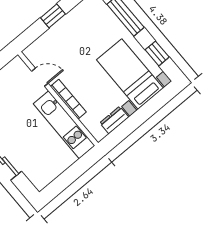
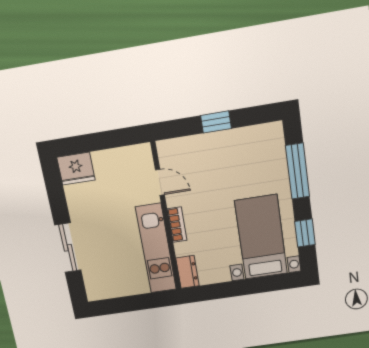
bookcase: (68, 99) -> (177, 225), width x0.64
dresser: (114, 120) -> (187, 272), moved, turned 90

